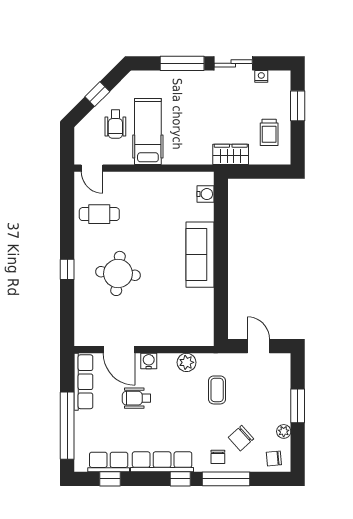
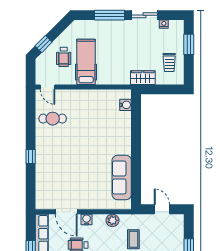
window: (97, 94) -> (44, 44), moved
sofa: (200, 255) -> (122, 177), moved
round table: (118, 273) -> (65, 159), removed

